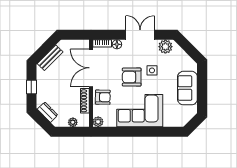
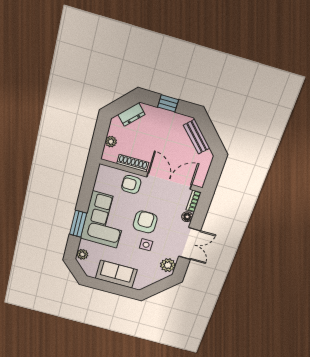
armchair: (103, 97) -> (131, 184), turned 89
plant: (98, 122) -> (82, 254), moved
window: (150, 132) -> (78, 224), added

